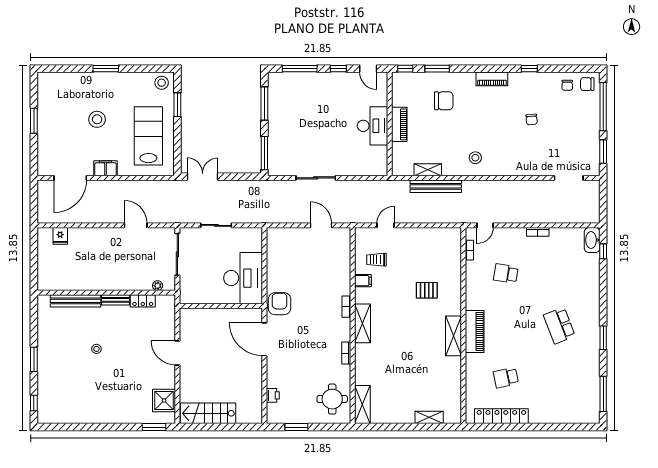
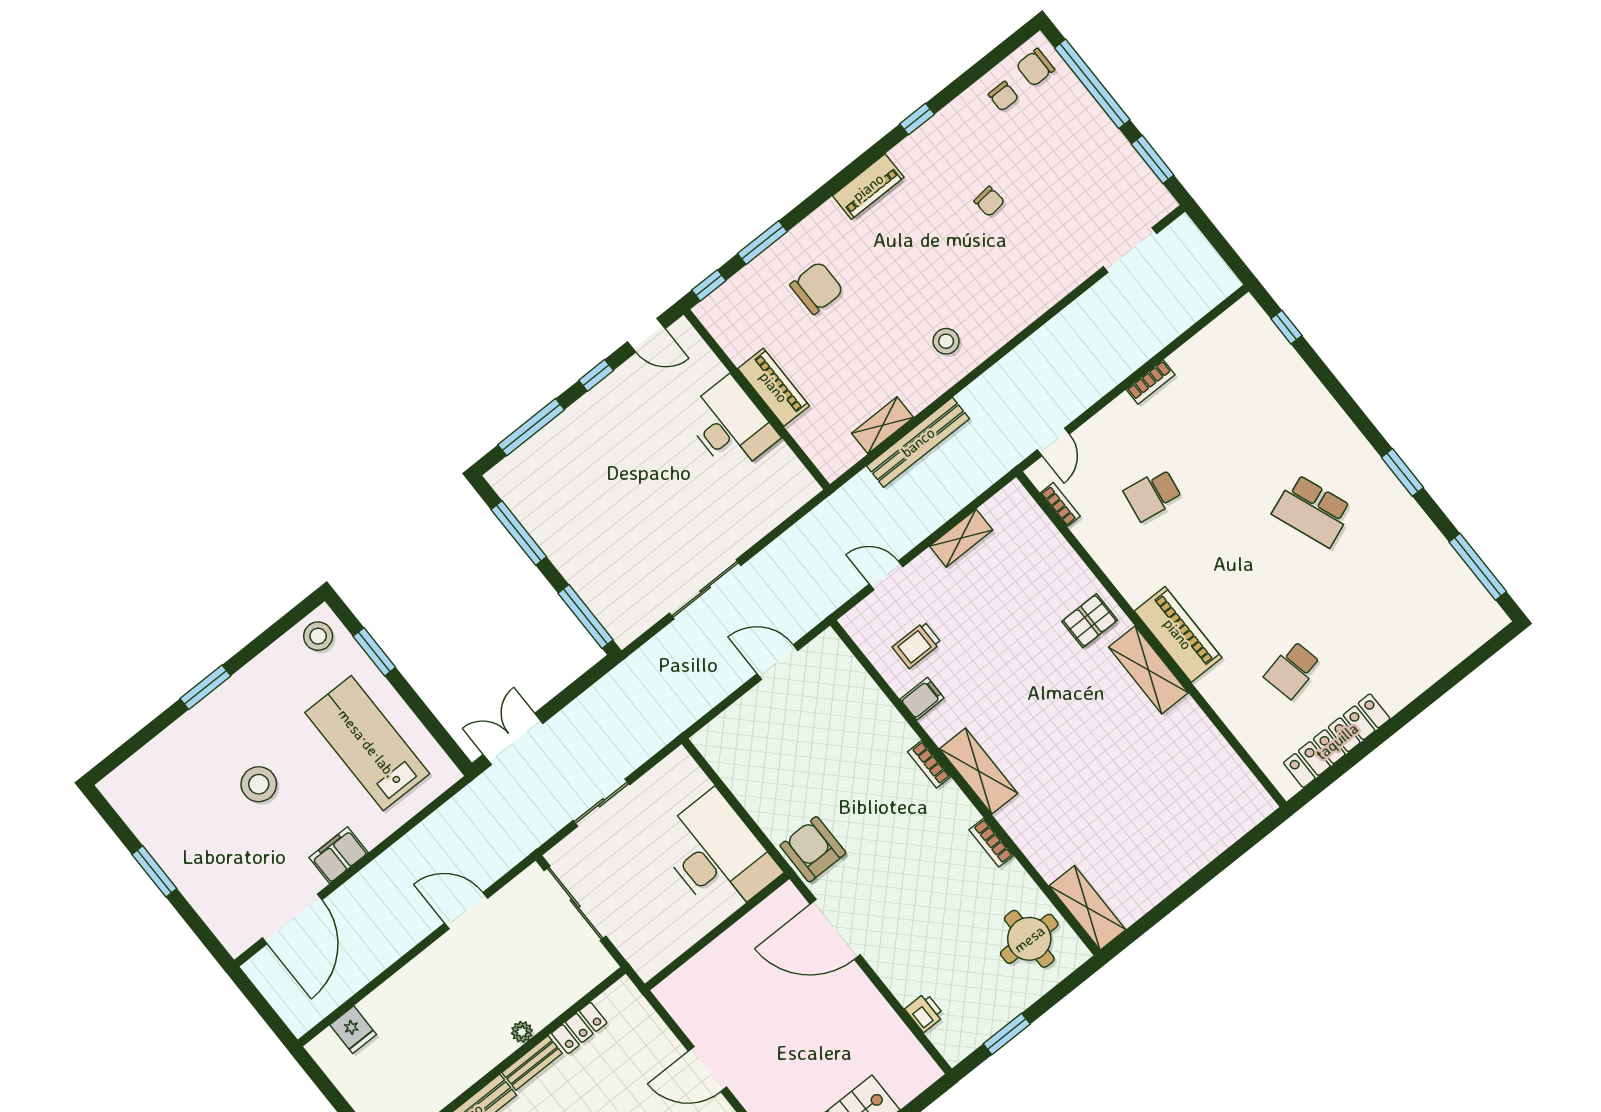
door: (386, 225) -> (886, 575), hinge flipped
washbasin: (592, 240) -> (1253, 323), removed
plant: (158, 286) -> (522, 1032), moved
pallet: (427, 290) -> (1090, 621), moved
shelving: (429, 417) -> (961, 538), moved

